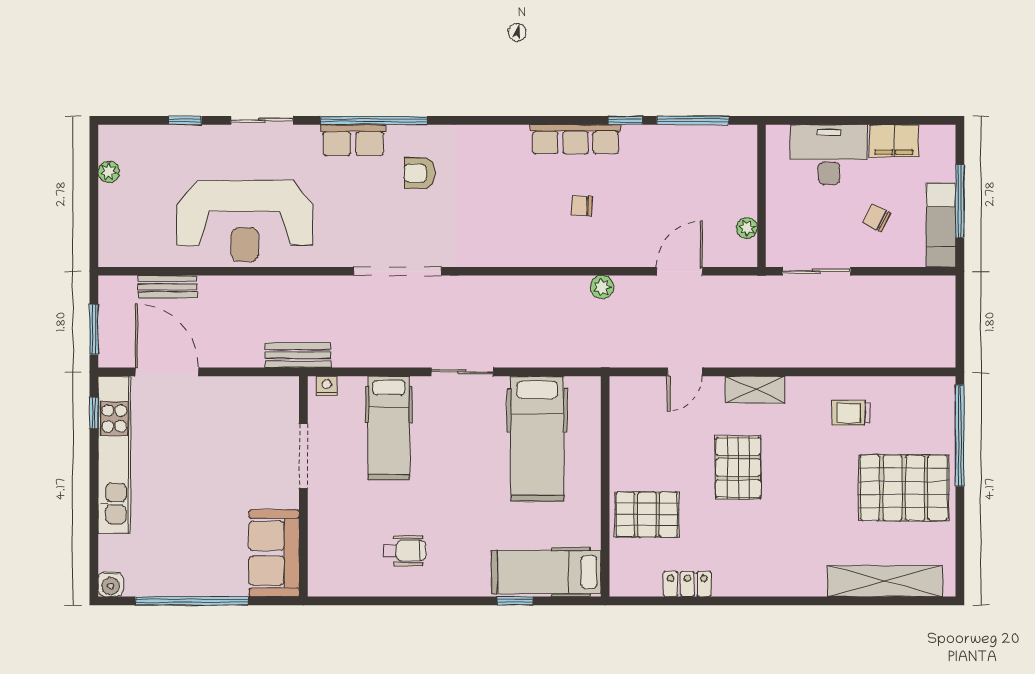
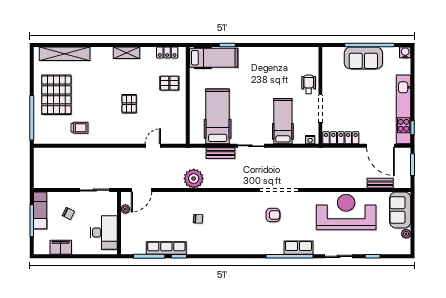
row of seats: (575, 139) -> (166, 248), moved
desk: (829, 155) -> (104, 232), moved, turned -90
armchair: (420, 173) -> (273, 215), moved
sofa: (122, 226) -> (400, 210), added
door: (679, 271) -> (141, 190), moved
plant: (602, 287) -> (194, 179), width x1.87, depth x1.87
bench: (298, 355) -> (221, 153), moved
shelving: (755, 389) -> (126, 53), moved
locker: (257, 390) -> (341, 138), added
pallet: (738, 468) -> (129, 104), width x0.67, depth x0.71
pallet: (904, 488) -> (56, 95), turned 90
pallet: (647, 514) -> (169, 83), width x0.67, depth x0.71
wheelchair: (405, 551) -> (309, 84), moved, turned 90
sofa: (274, 553) -> (363, 58), moved, turned 90
locker: (687, 584) -> (167, 52), moved

